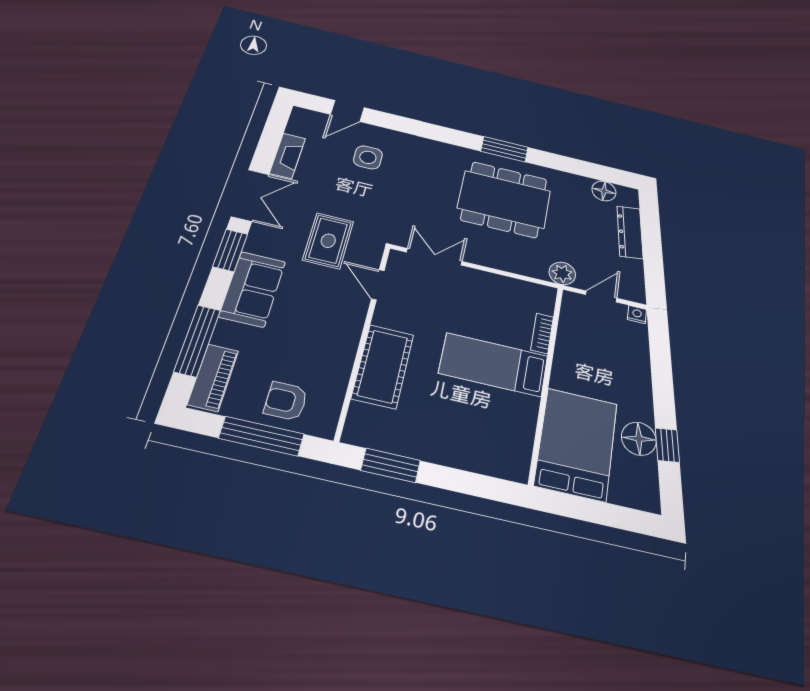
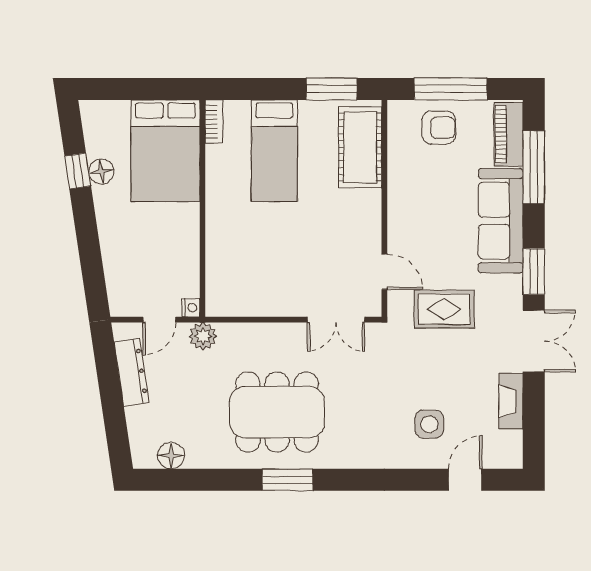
double door: (250, 195) -> (534, 341), swing flipped
dresser: (630, 232) -> (132, 372), moved
rug: (328, 241) -> (444, 309), turned 90
sofa: (252, 289) -> (501, 221), width x1.36
nightstand: (637, 315) -> (191, 308), moved, turned -90
bookcase: (542, 333) -> (214, 122), moved
bed: (494, 365) -> (274, 151), moved, turned 90
cot: (383, 366) -> (360, 147), moved
floor lamp: (639, 439) -> (101, 172), width x0.73, depth x0.73

